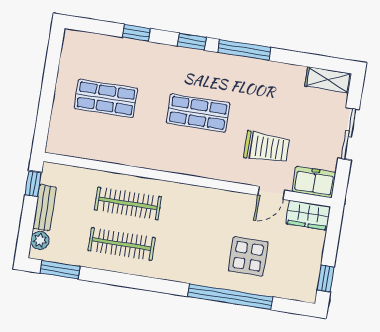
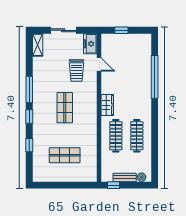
shop shelf: (106, 98) -> (65, 155), turned 90
trolley: (267, 147) -> (77, 70), turned 180
wardrobe: (308, 215) -> (107, 105), moved
display table: (248, 256) -> (133, 71), removed
window: (60, 270) -> (155, 165), removed
window: (326, 278) -> (121, 30), moved

